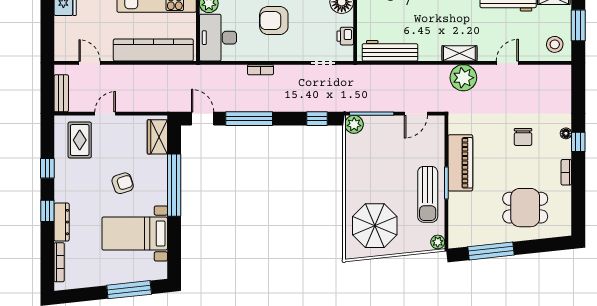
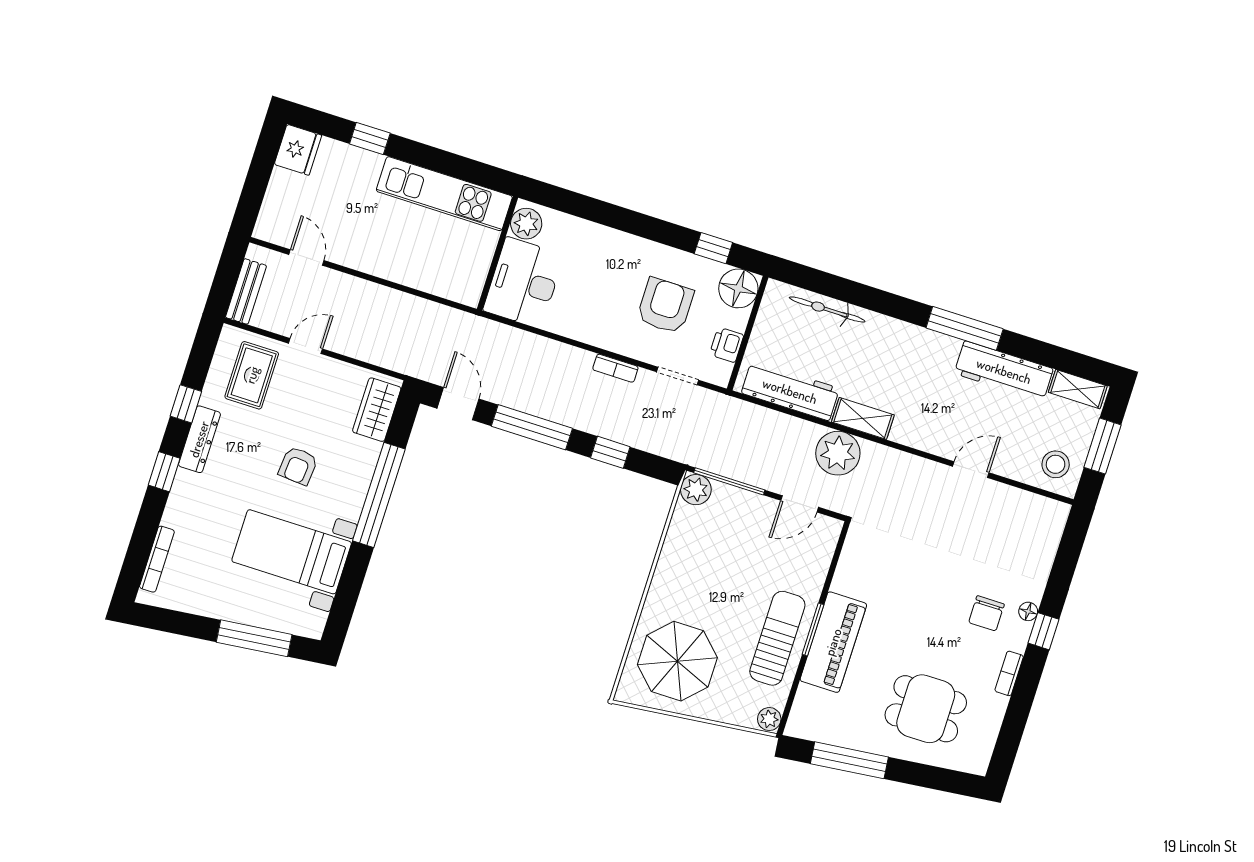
armchair: (274, 21) -> (665, 306), moved, turned 90
kitchen counter: (153, 50) -> (414, 269), removed
shelving: (459, 53) -> (863, 418), moved
bookcase: (260, 70) -> (615, 368), moved
plant: (463, 78) -> (838, 453), moved
window: (317, 119) -> (610, 452), moved
chair: (523, 137) -> (986, 613), moved
piano: (460, 163) -> (833, 642), moved
armchair: (123, 183) -> (298, 466), turned 113
sun lounger: (428, 194) -> (777, 638), turned 180
dresser: (62, 222) -> (199, 439), moved

